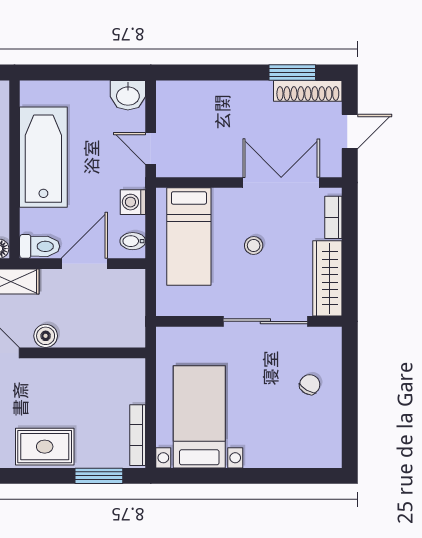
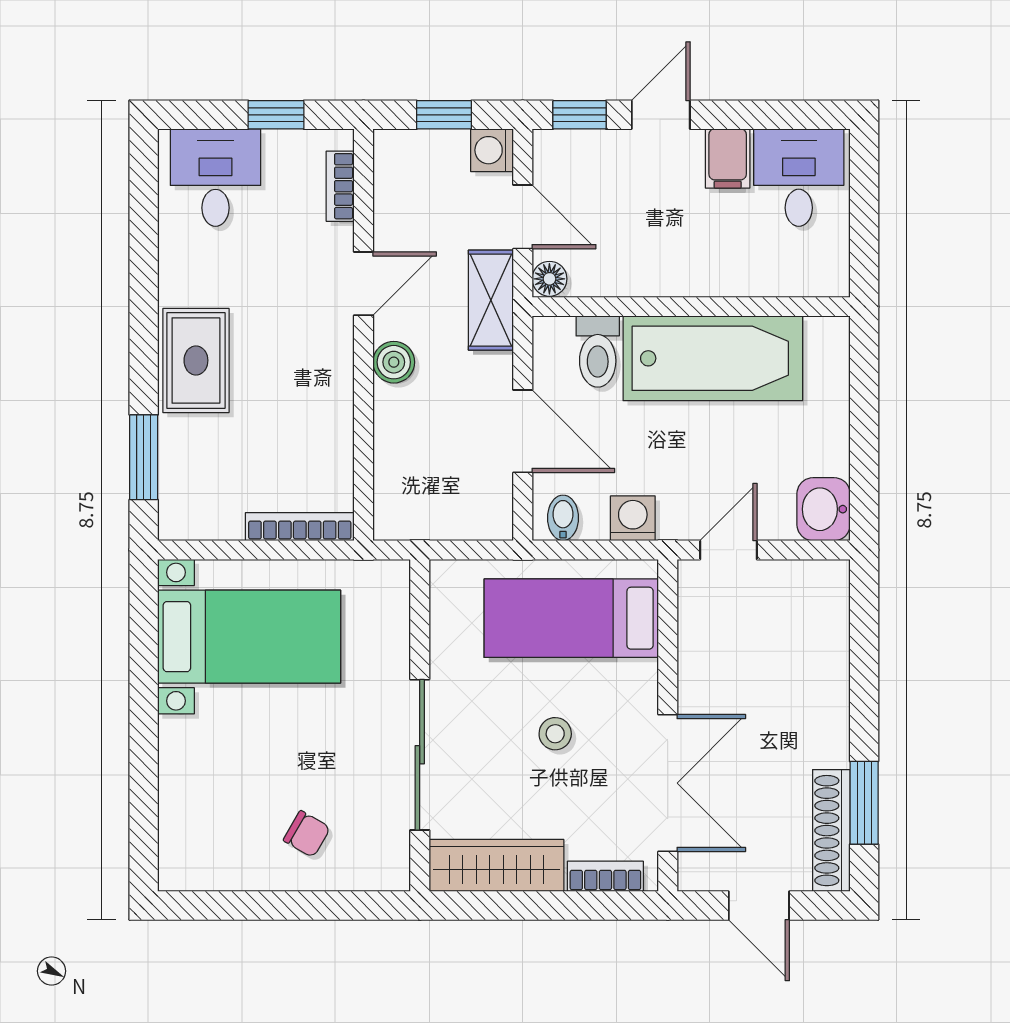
toilet: (40, 246) -> (598, 352), moved
bookcase: (138, 435) -> (300, 527), moved

